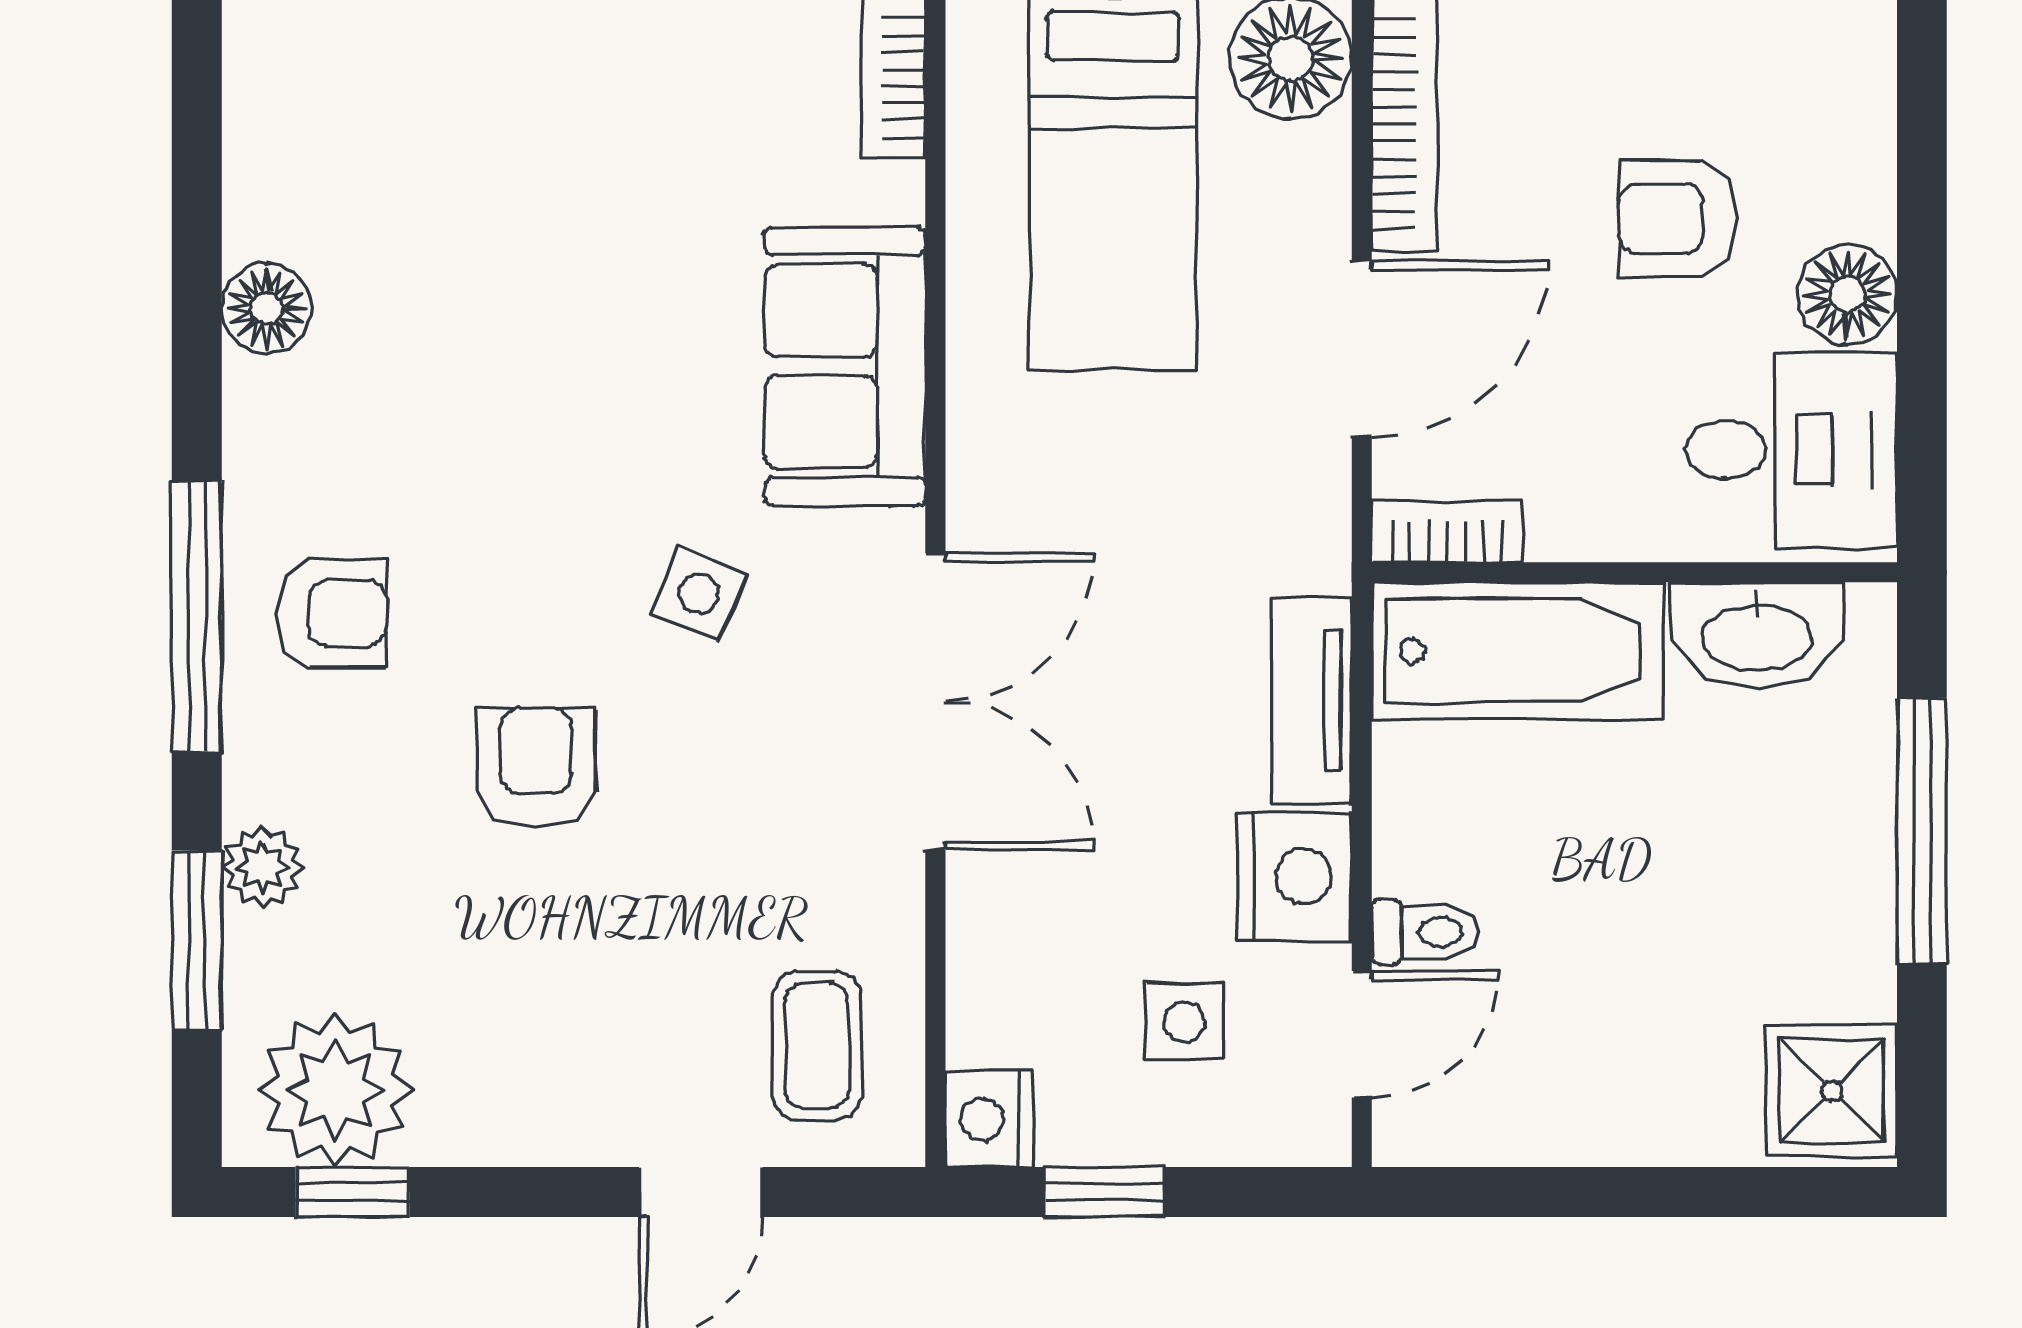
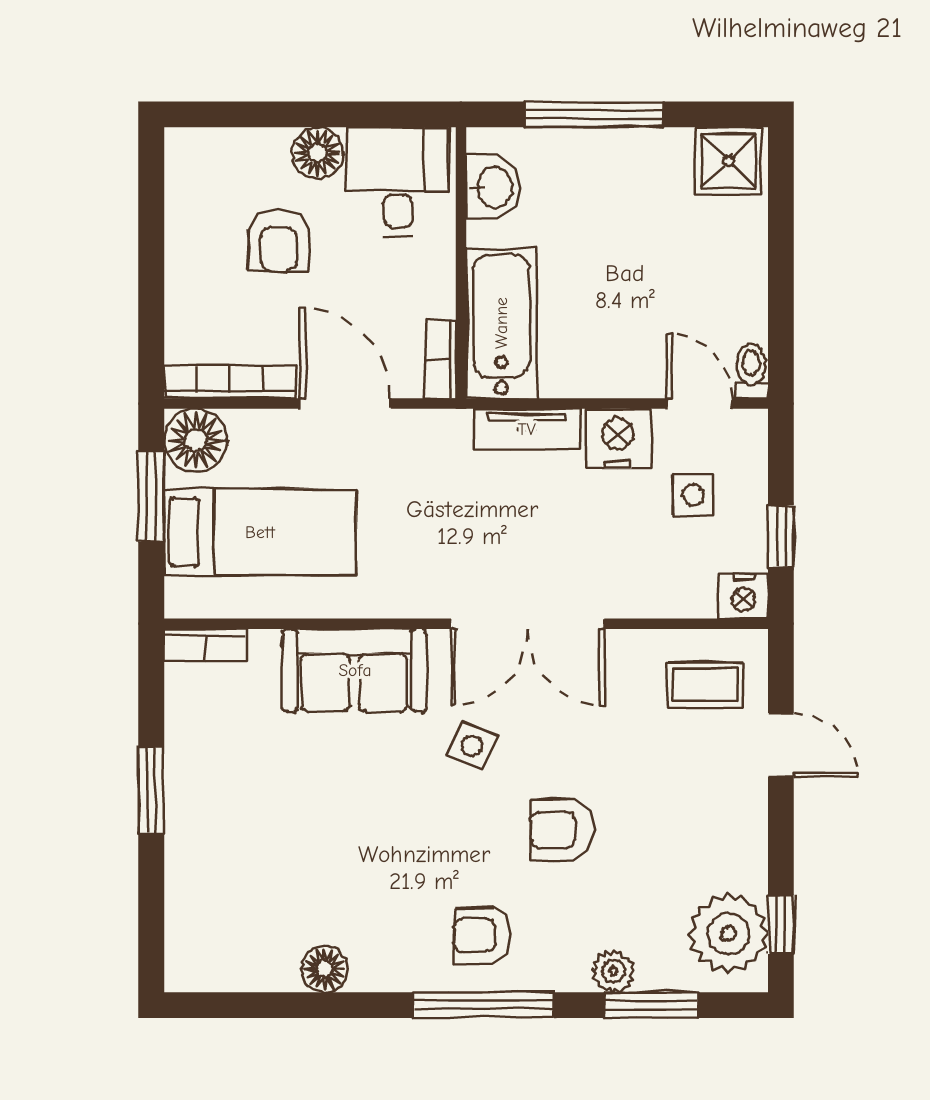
armchair: (332, 614) -> (482, 935), turned -90
washbasin: (1757, 635) -> (493, 187), width x0.72
double door: (935, 702) -> (528, 624), swing flipped
toilet: (1425, 932) -> (751, 371), moved

